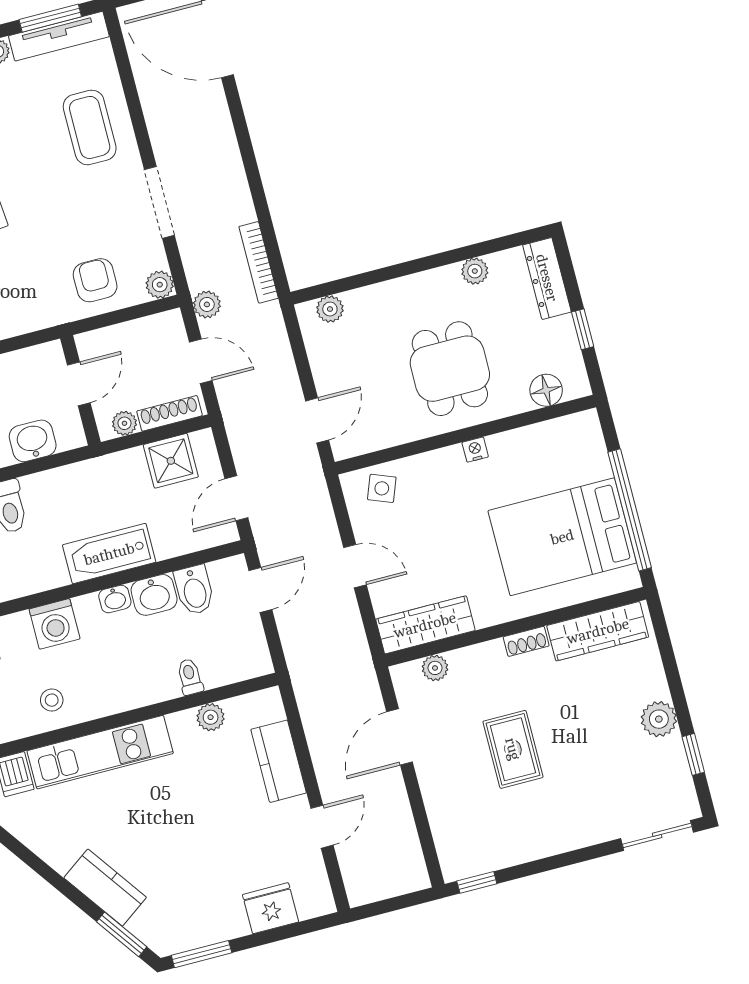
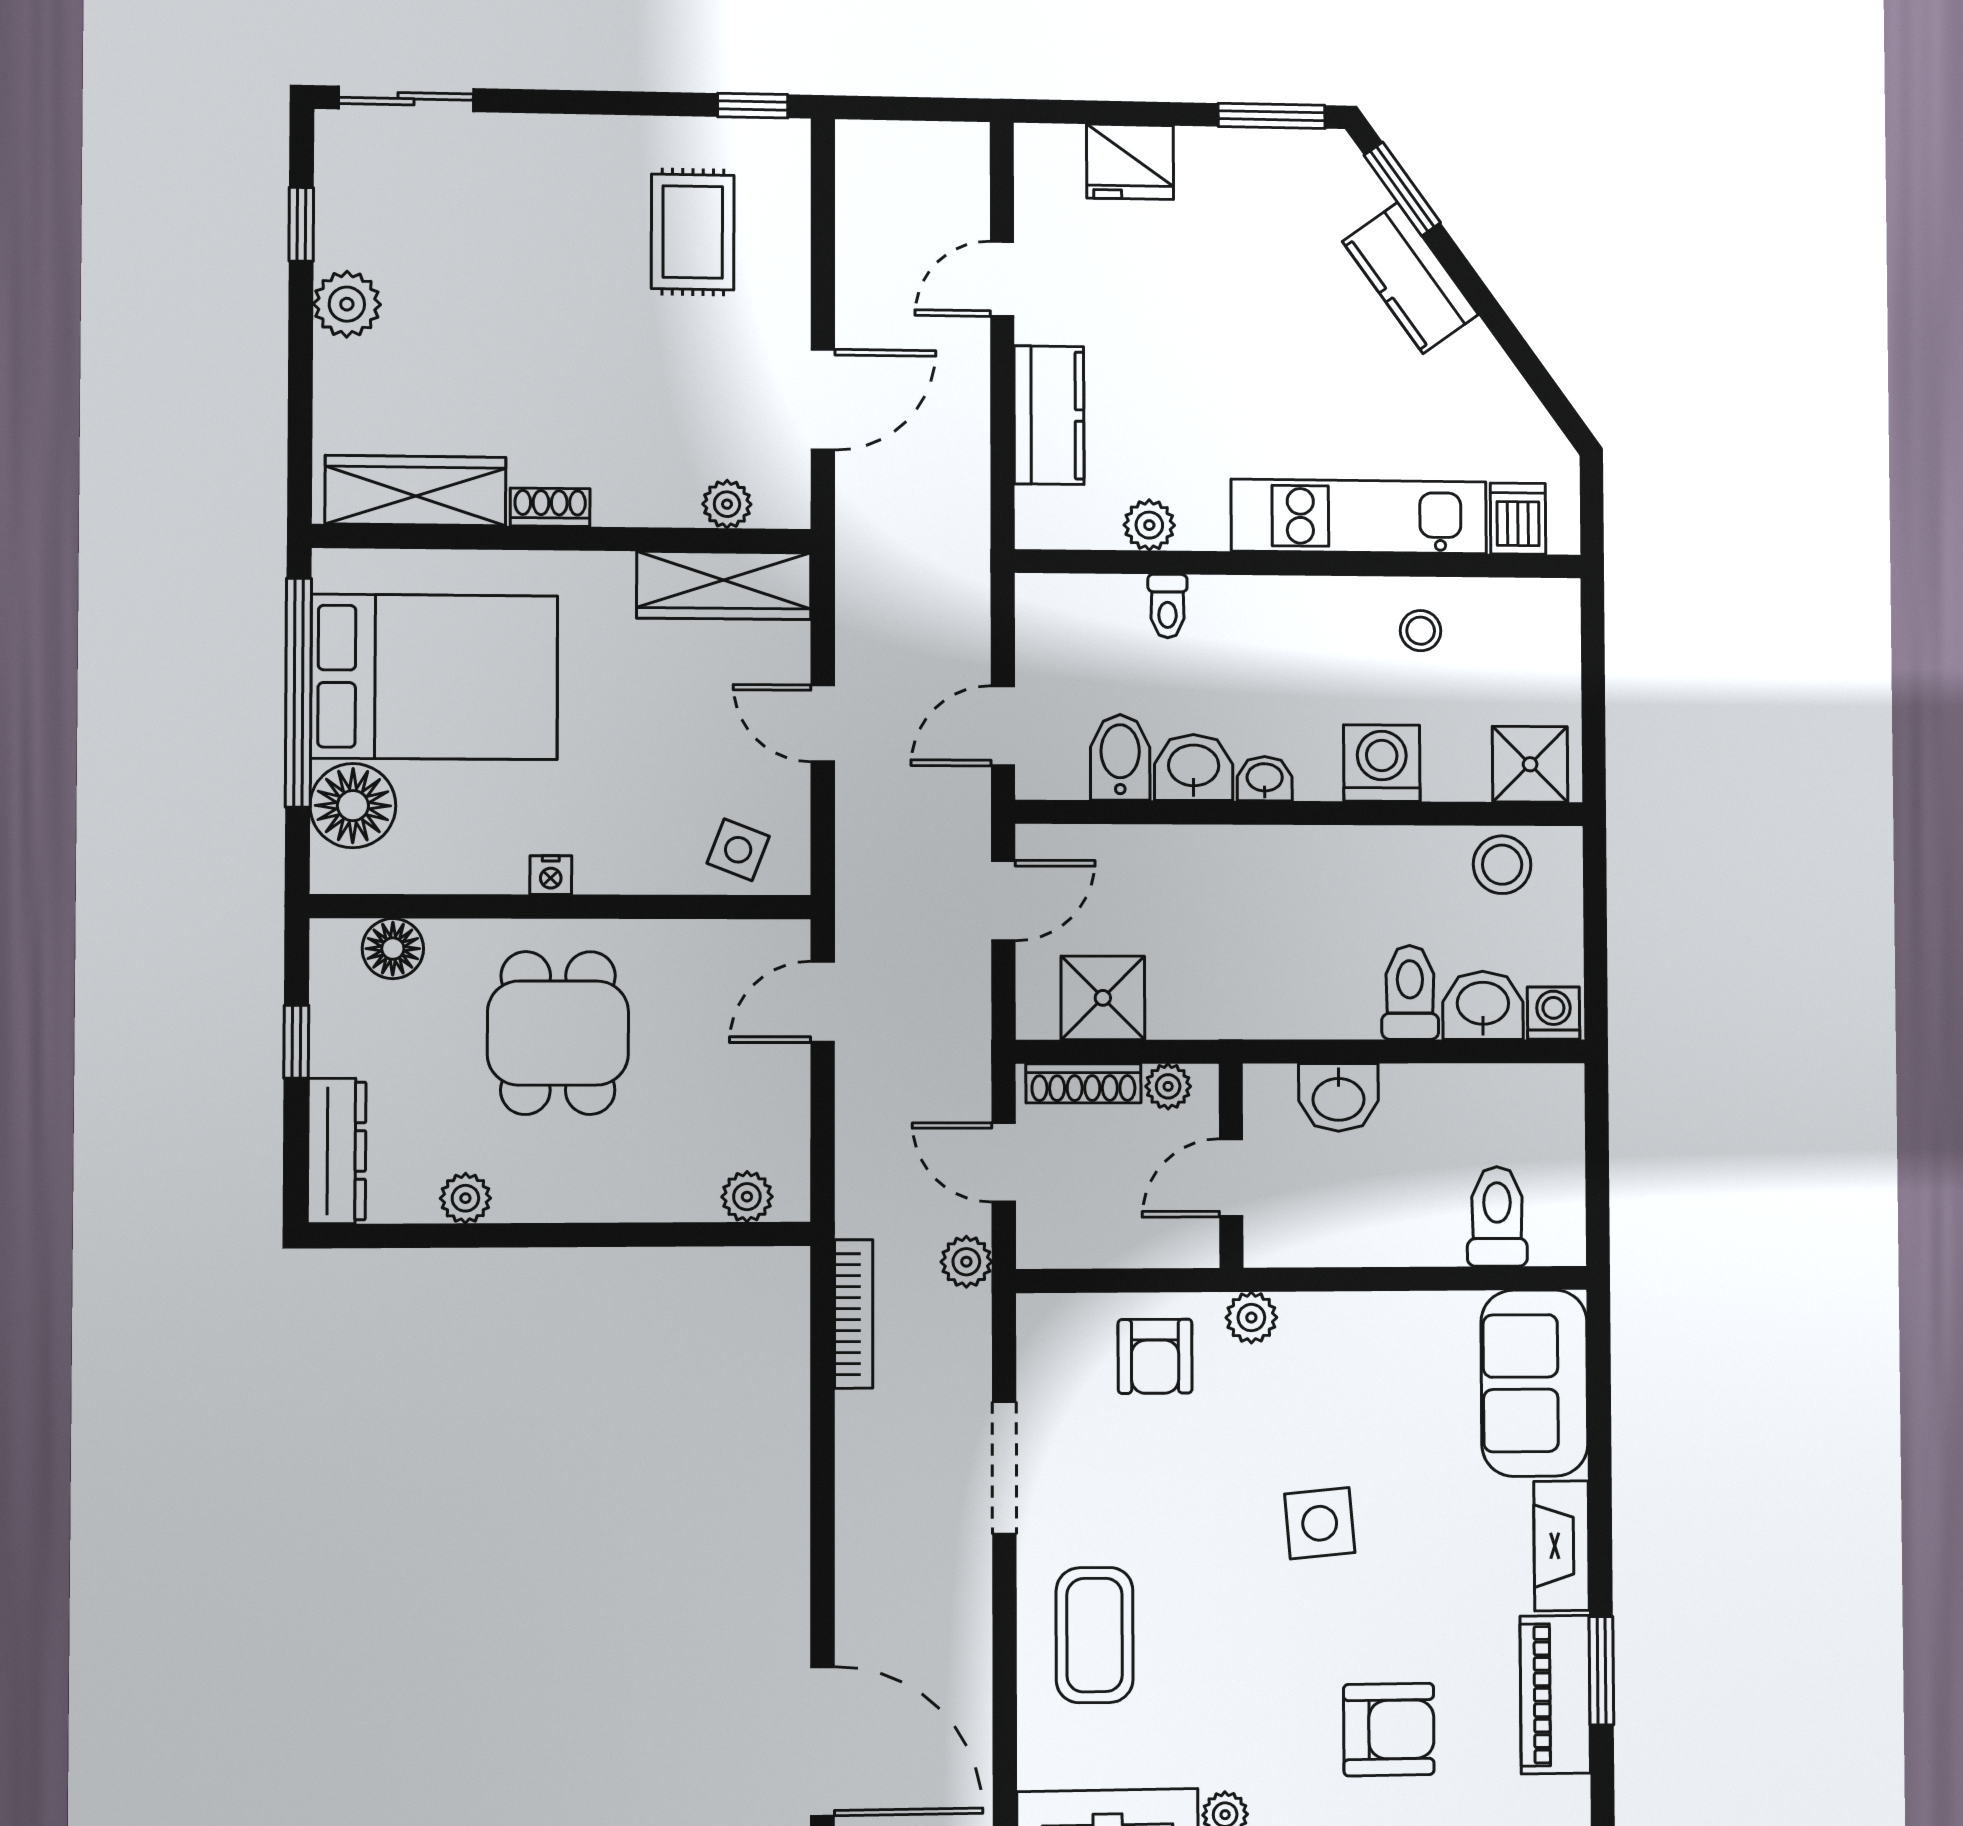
plant: (160, 285) -> (1251, 1318), moved
floor lamp: (586, 459) -> (353, 806), added
bathtub: (109, 554) -> (1254, 862), removed
rug: (513, 749) -> (693, 232), moved

